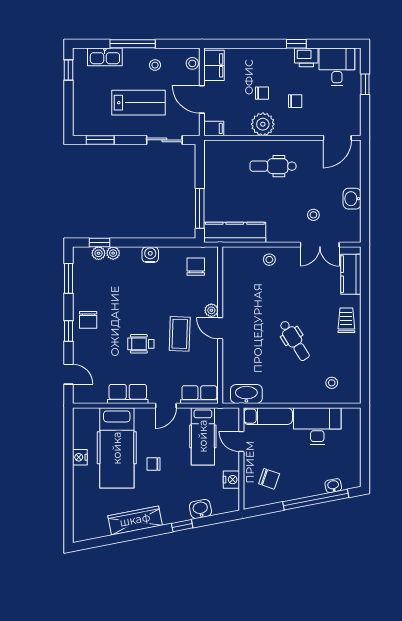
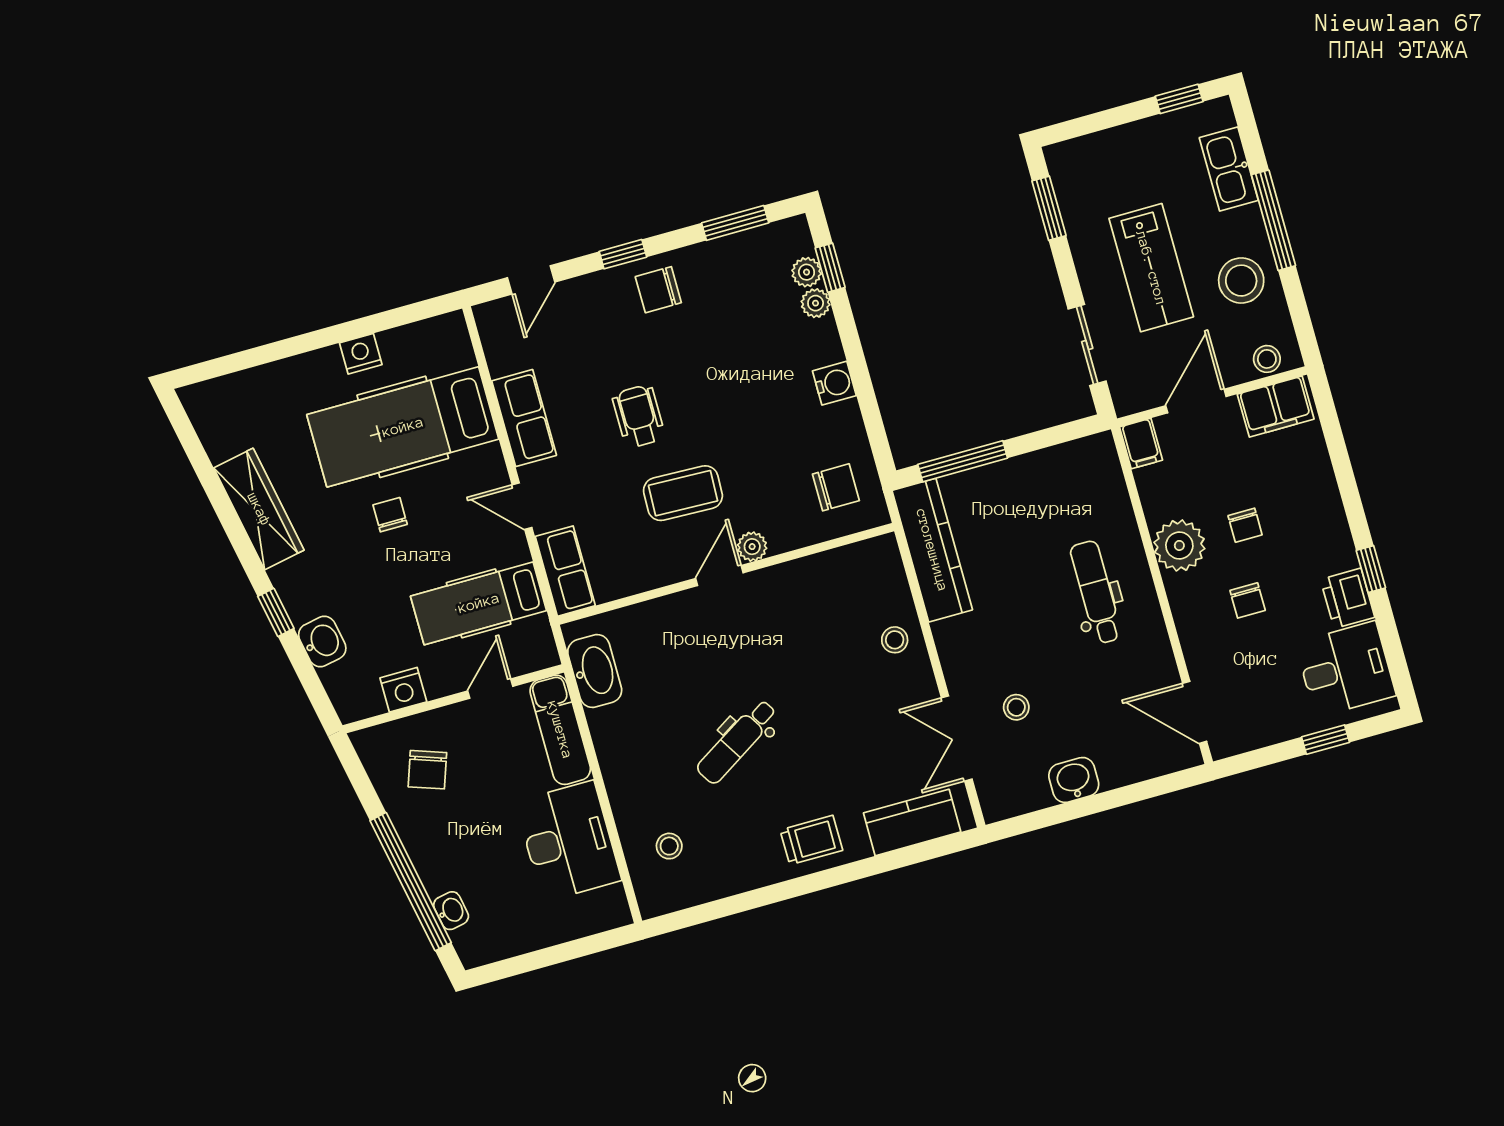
stool: (155, 65) -> (1241, 281), width x1.89, depth x1.89

